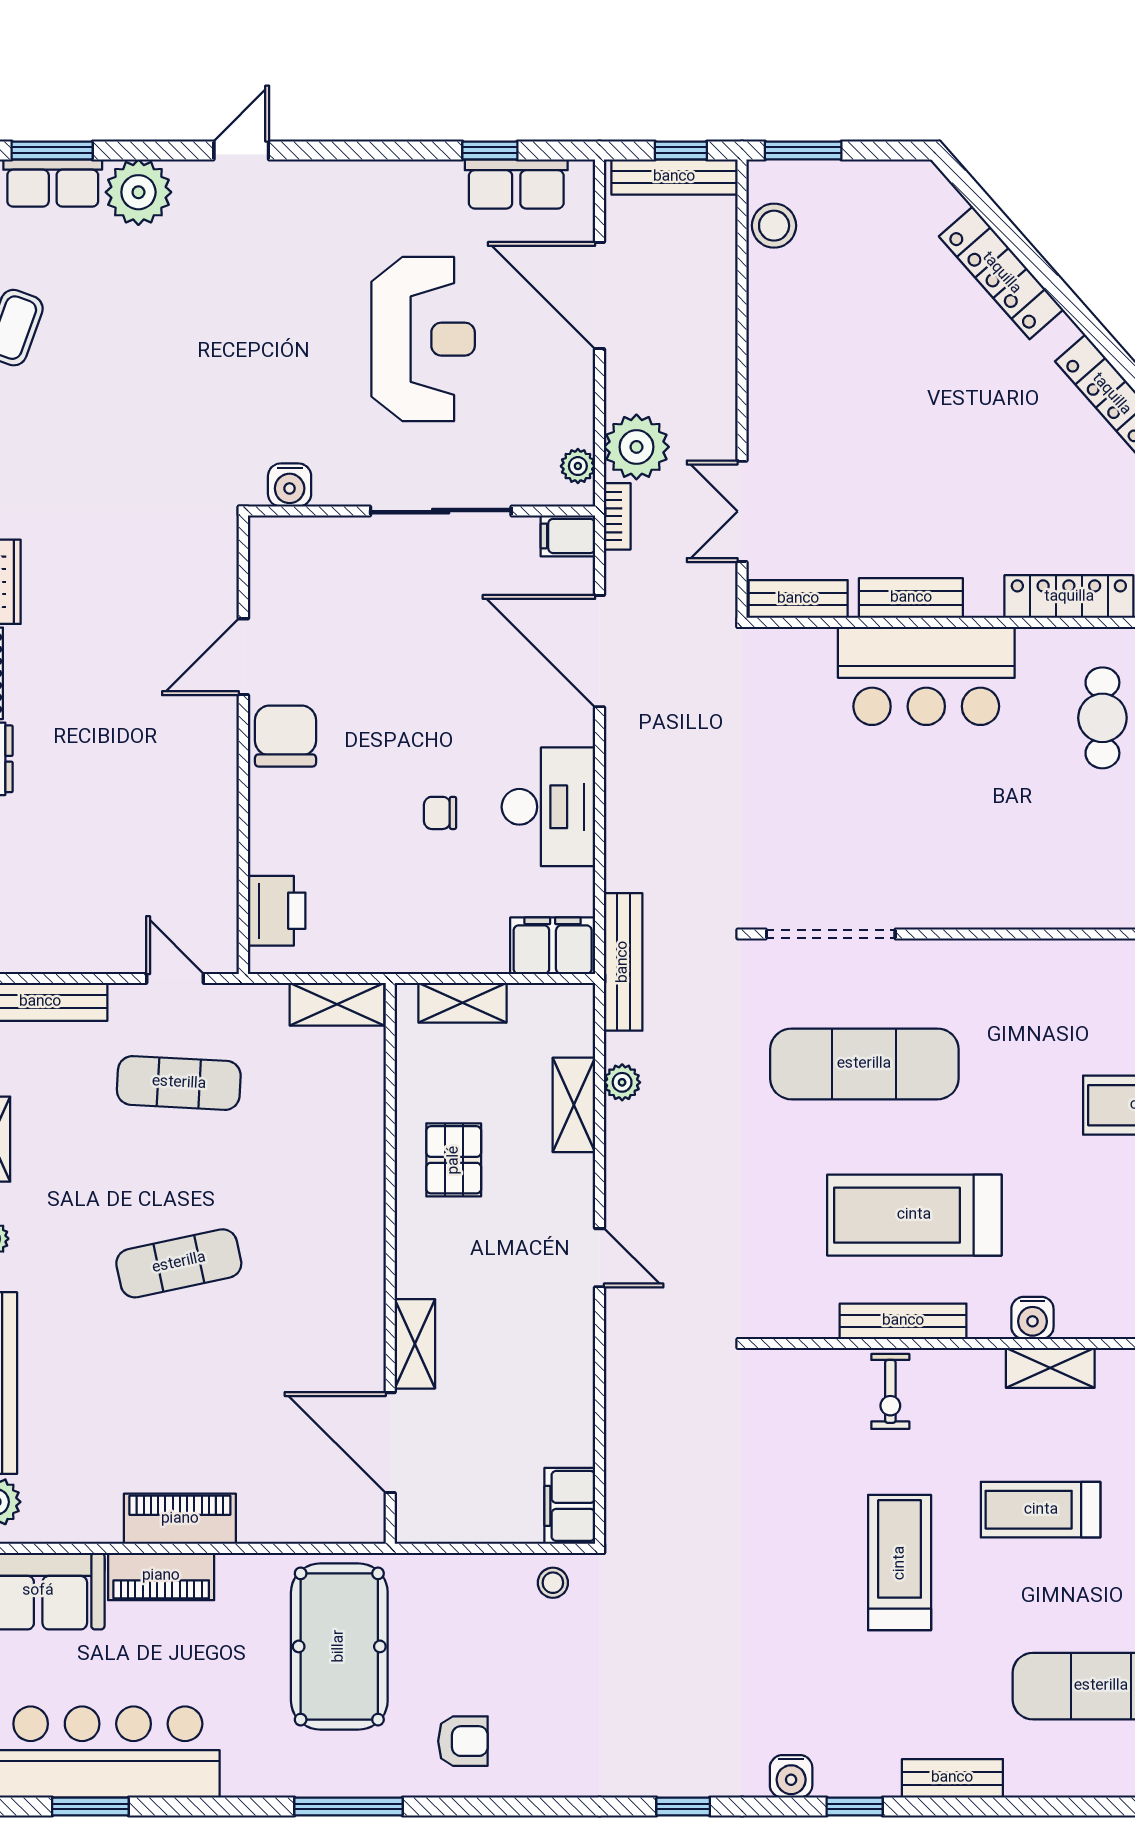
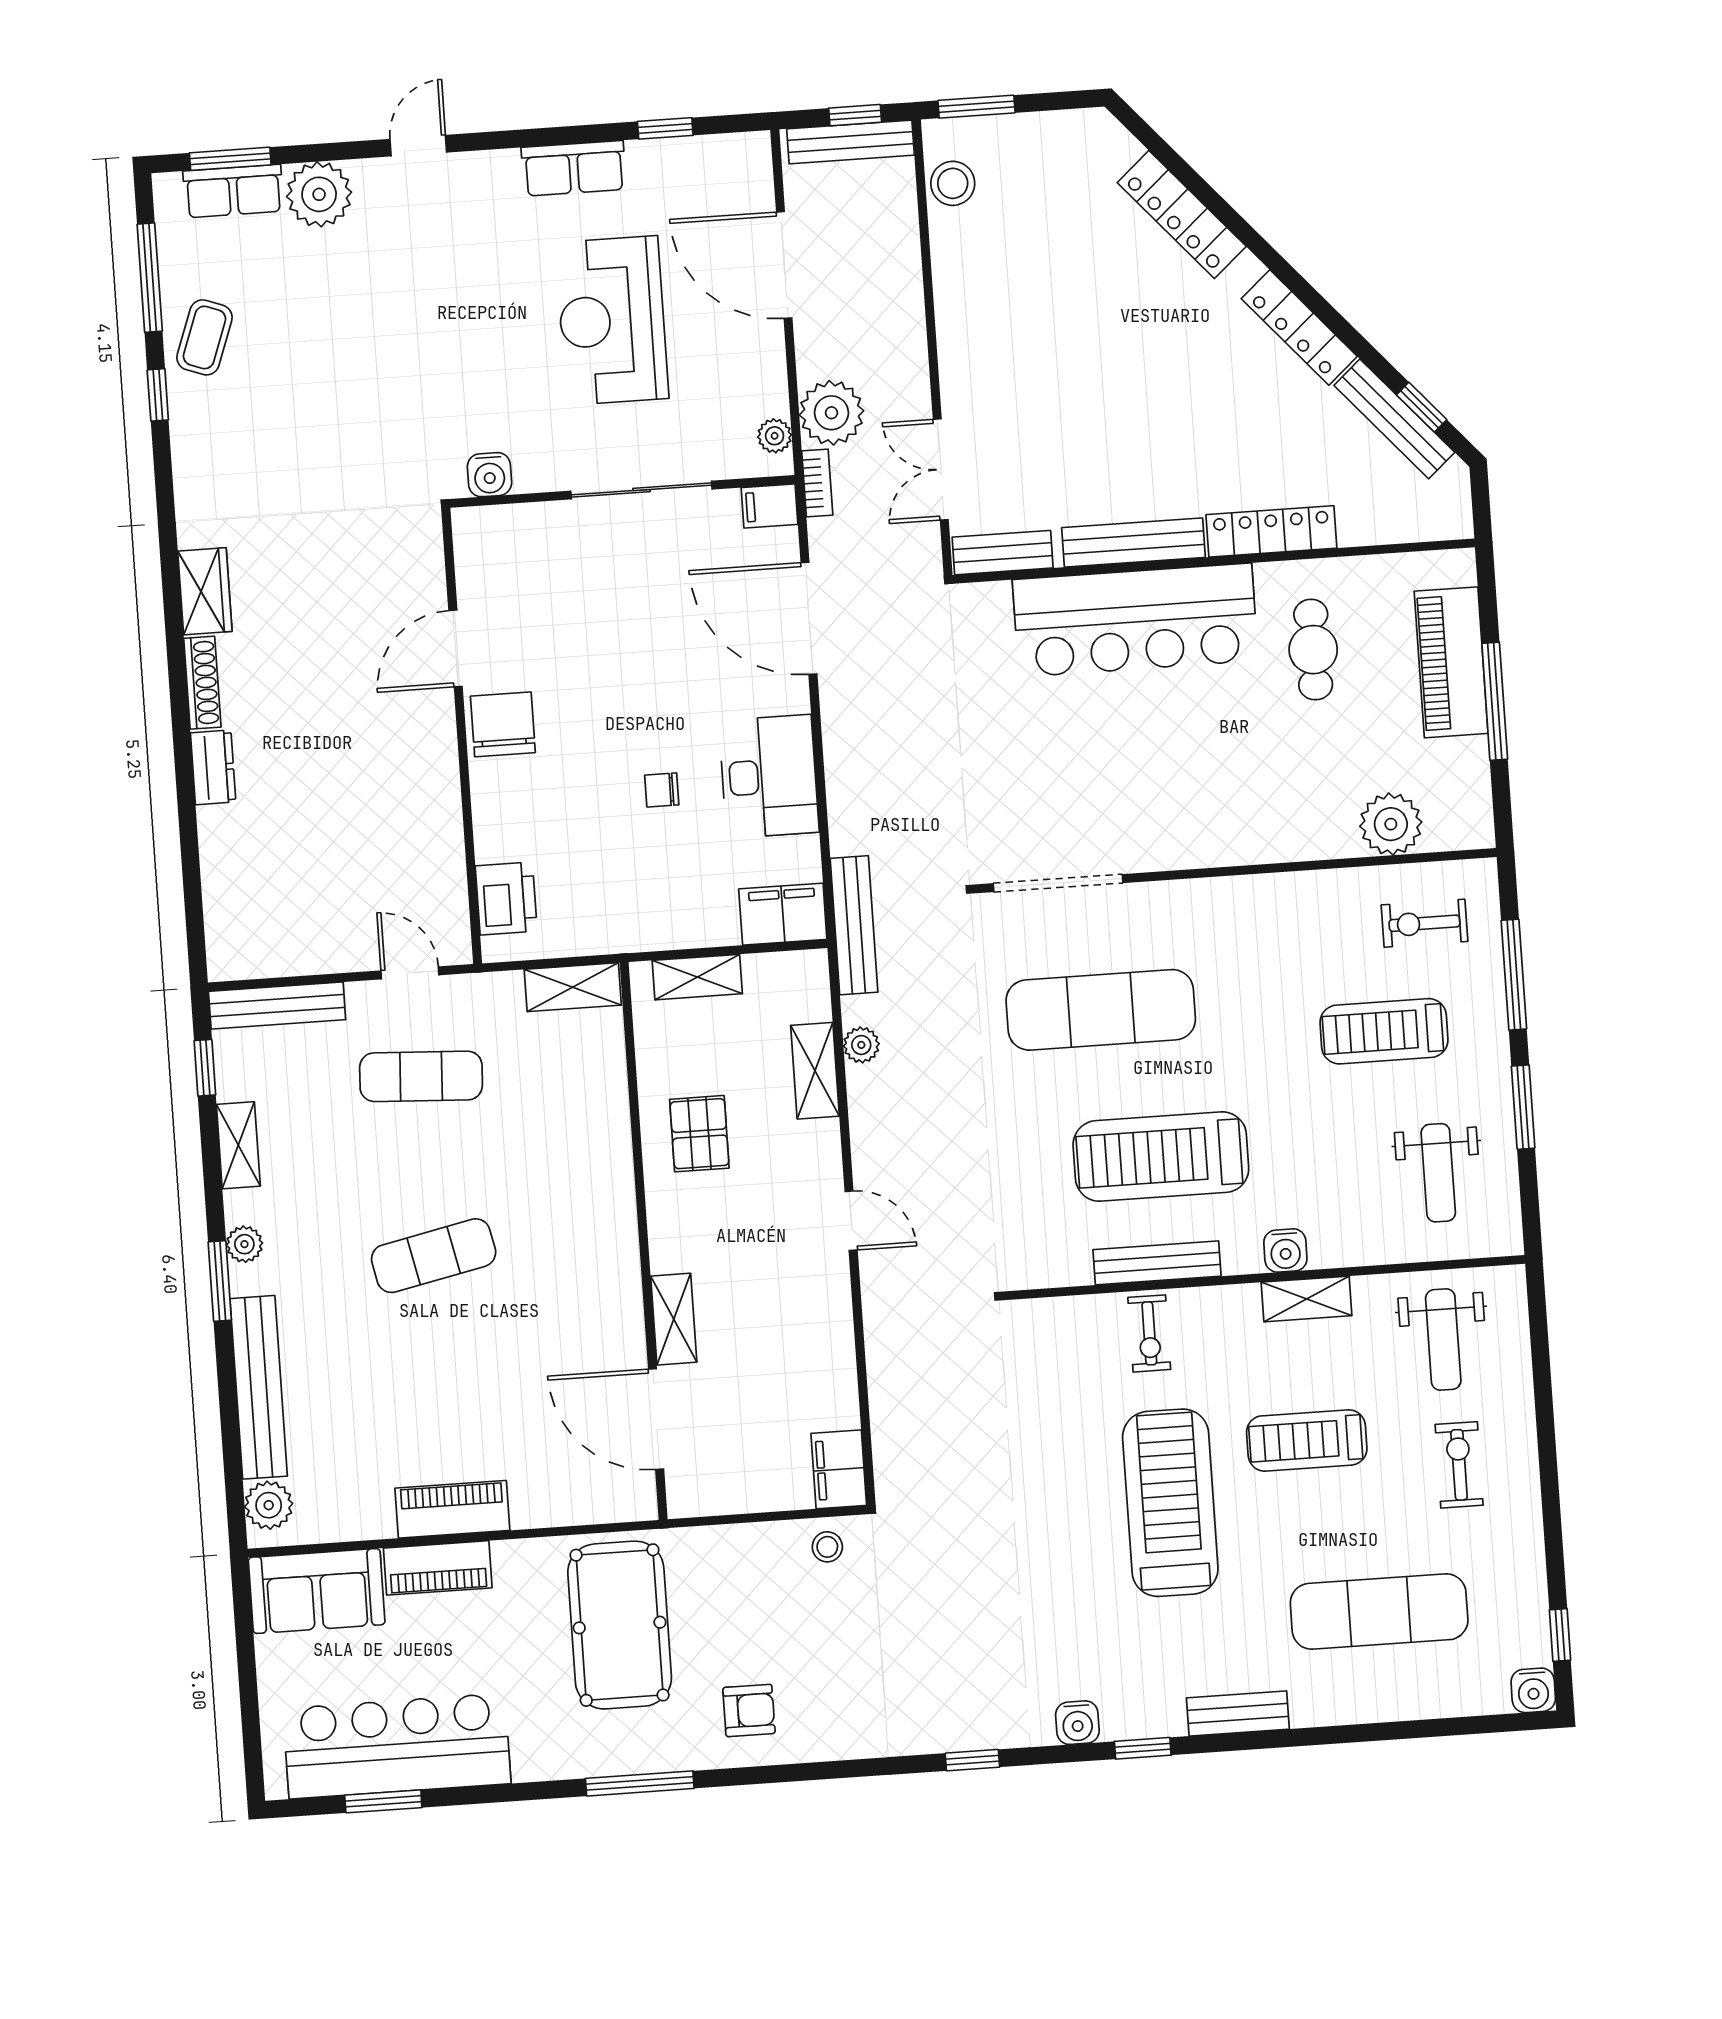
row of seats: (516, 184) -> (574, 168), moved
reception desk: (423, 339) -> (612, 320), turned 180
bench: (911, 598) -> (1133, 542), width x1.36
bar counter: (926, 676) -> (1135, 620), width x1.36
treadmill: (900, 1563) -> (1170, 1503), width x1.37, depth x1.38

